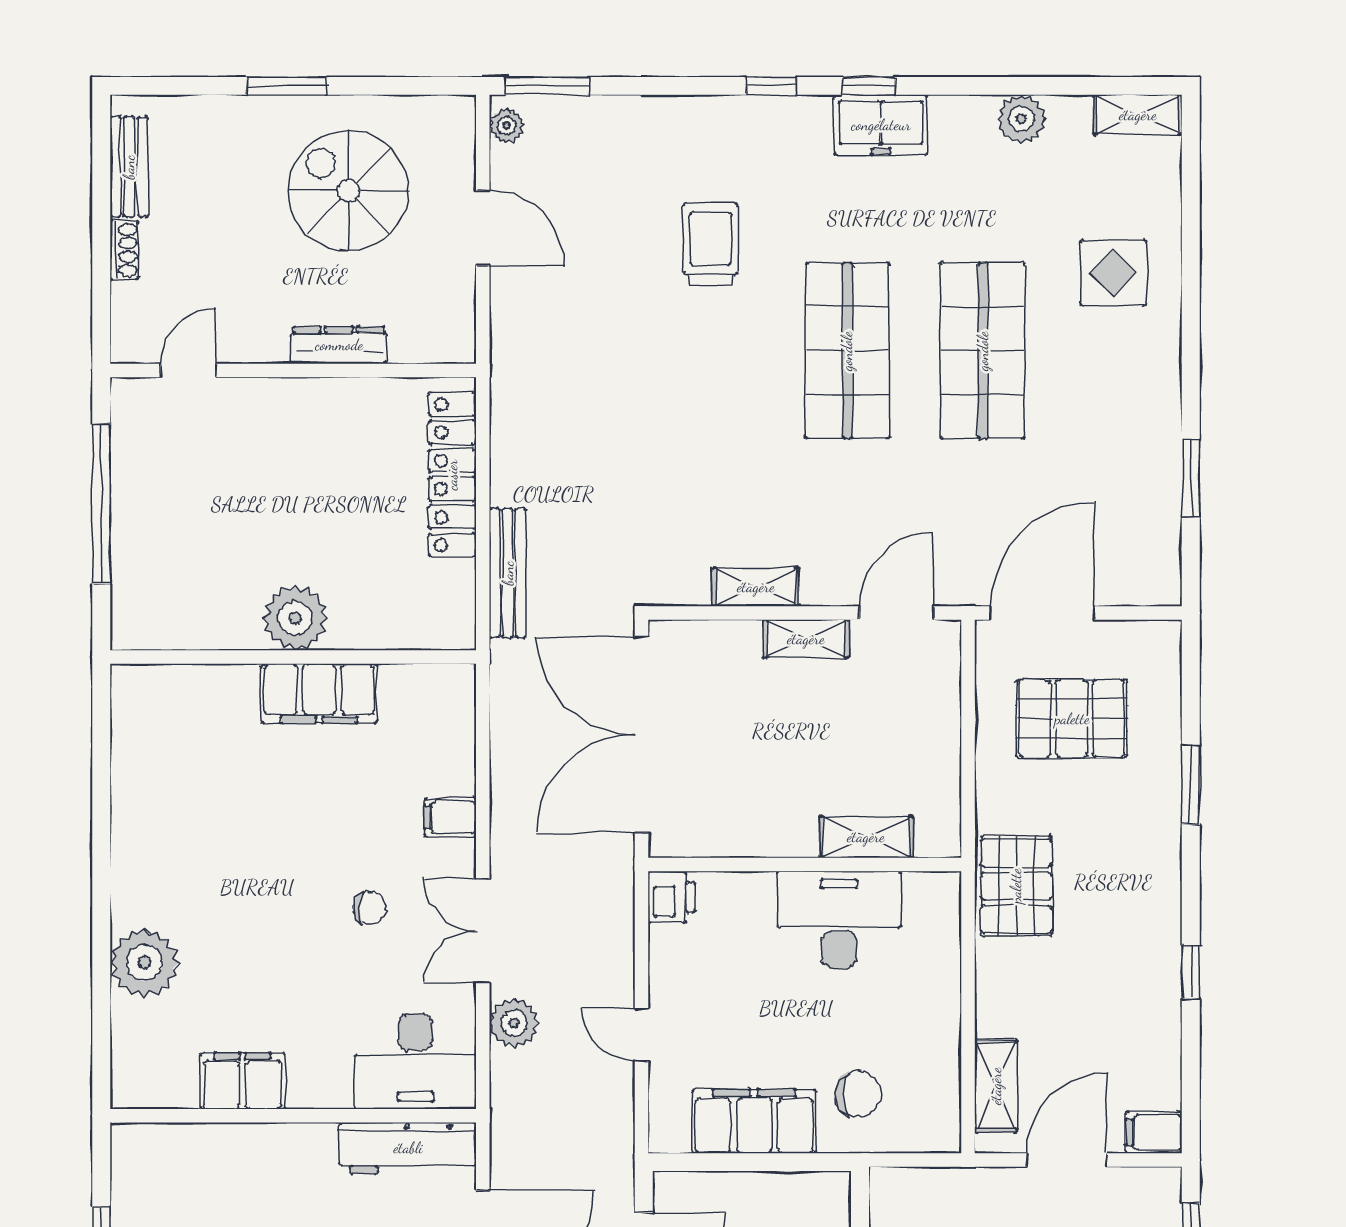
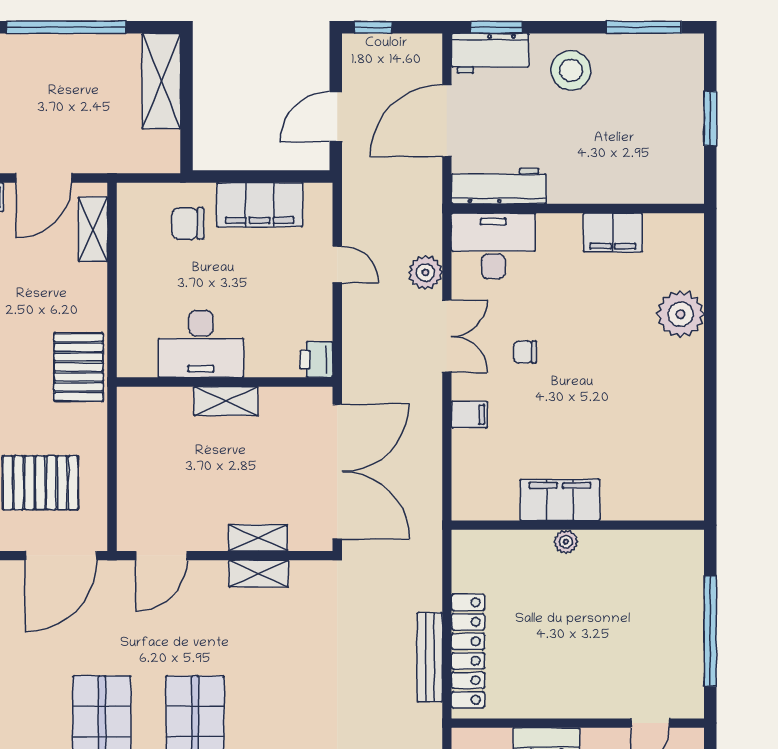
bench: (508, 573) -> (430, 657), moved
plant: (295, 618) -> (566, 542), width x0.53, depth x0.53
shelving: (806, 639) -> (258, 538), moved
shelving: (866, 837) -> (226, 401), moved

